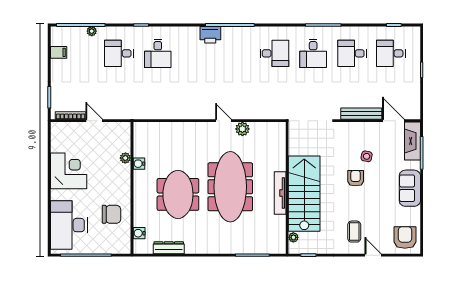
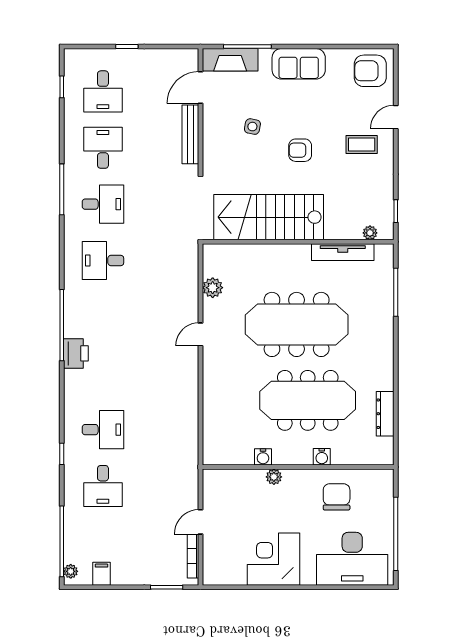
plant: (92, 31) -> (71, 571), moved
desk: (274, 53) -> (103, 261), turned -90
desk: (352, 53) -> (103, 148), turned 180
plant: (242, 129) -> (213, 288), moved
plant: (125, 158) -> (274, 477), moved
armchair: (356, 178) -> (300, 150), moved
tv unit: (280, 193) -> (343, 252), moved
meeting table: (178, 194) -> (308, 400), width x1.36
stairs: (304, 194) -> (269, 217), moved
water cooler: (139, 233) -> (322, 457), moved

